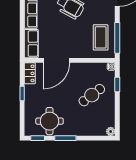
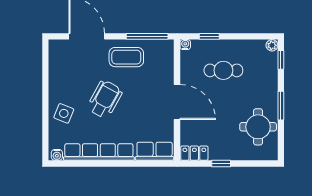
coffee table: (101, 37) -> (126, 57), moved
door: (56, 60) -> (177, 102), moved
cafe table: (92, 95) -> (223, 70), turned -53
window: (38, 138) -> (281, 60), moved

